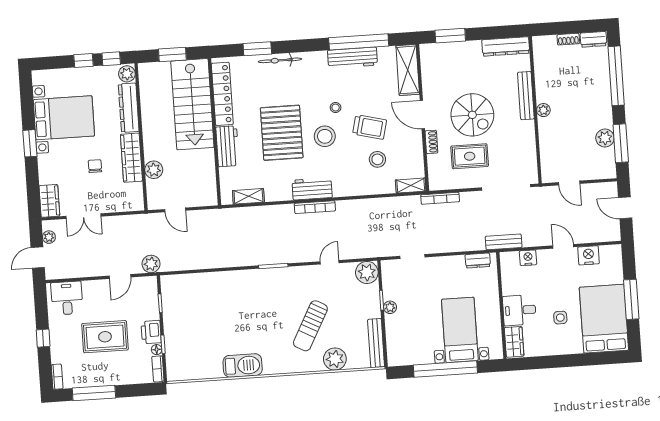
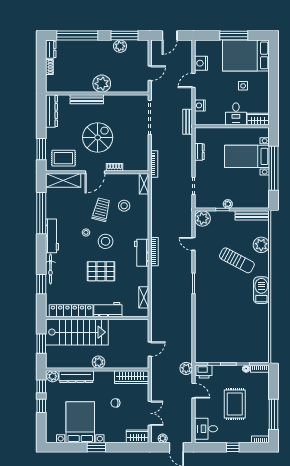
workbench: (352, 58) -> (52, 236), moved
plant: (543, 110) -> (102, 84), width x1.87, depth x1.87
pallet: (282, 133) -> (101, 271), width x0.73, depth x0.71
rug: (470, 156) -> (63, 158), moved, turned 90
wardrobe: (131, 158) -> (132, 377), moved
plant: (154, 170) -> (99, 362), moved
dresser: (478, 261) -> (199, 152), moved
printer: (151, 332) -> (204, 372), moved
barbecue: (243, 365) -> (261, 290), moved

